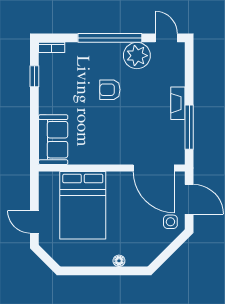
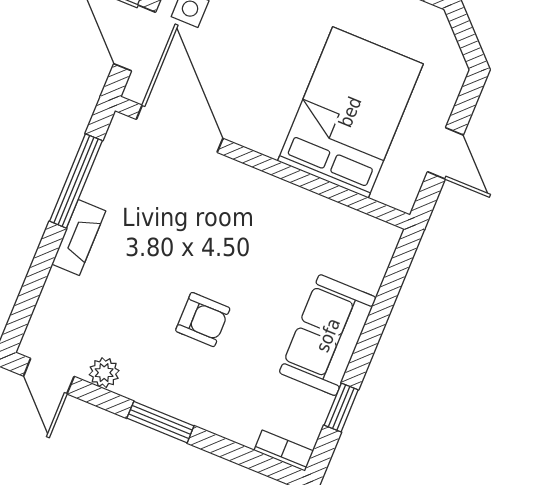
window: (110, 38) -> (160, 422), width x0.47
plant: (137, 56) -> (104, 373), width x0.53, depth x0.53
sofa: (53, 140) -> (328, 335), moved
door: (34, 222) -> (445, 153), moved

